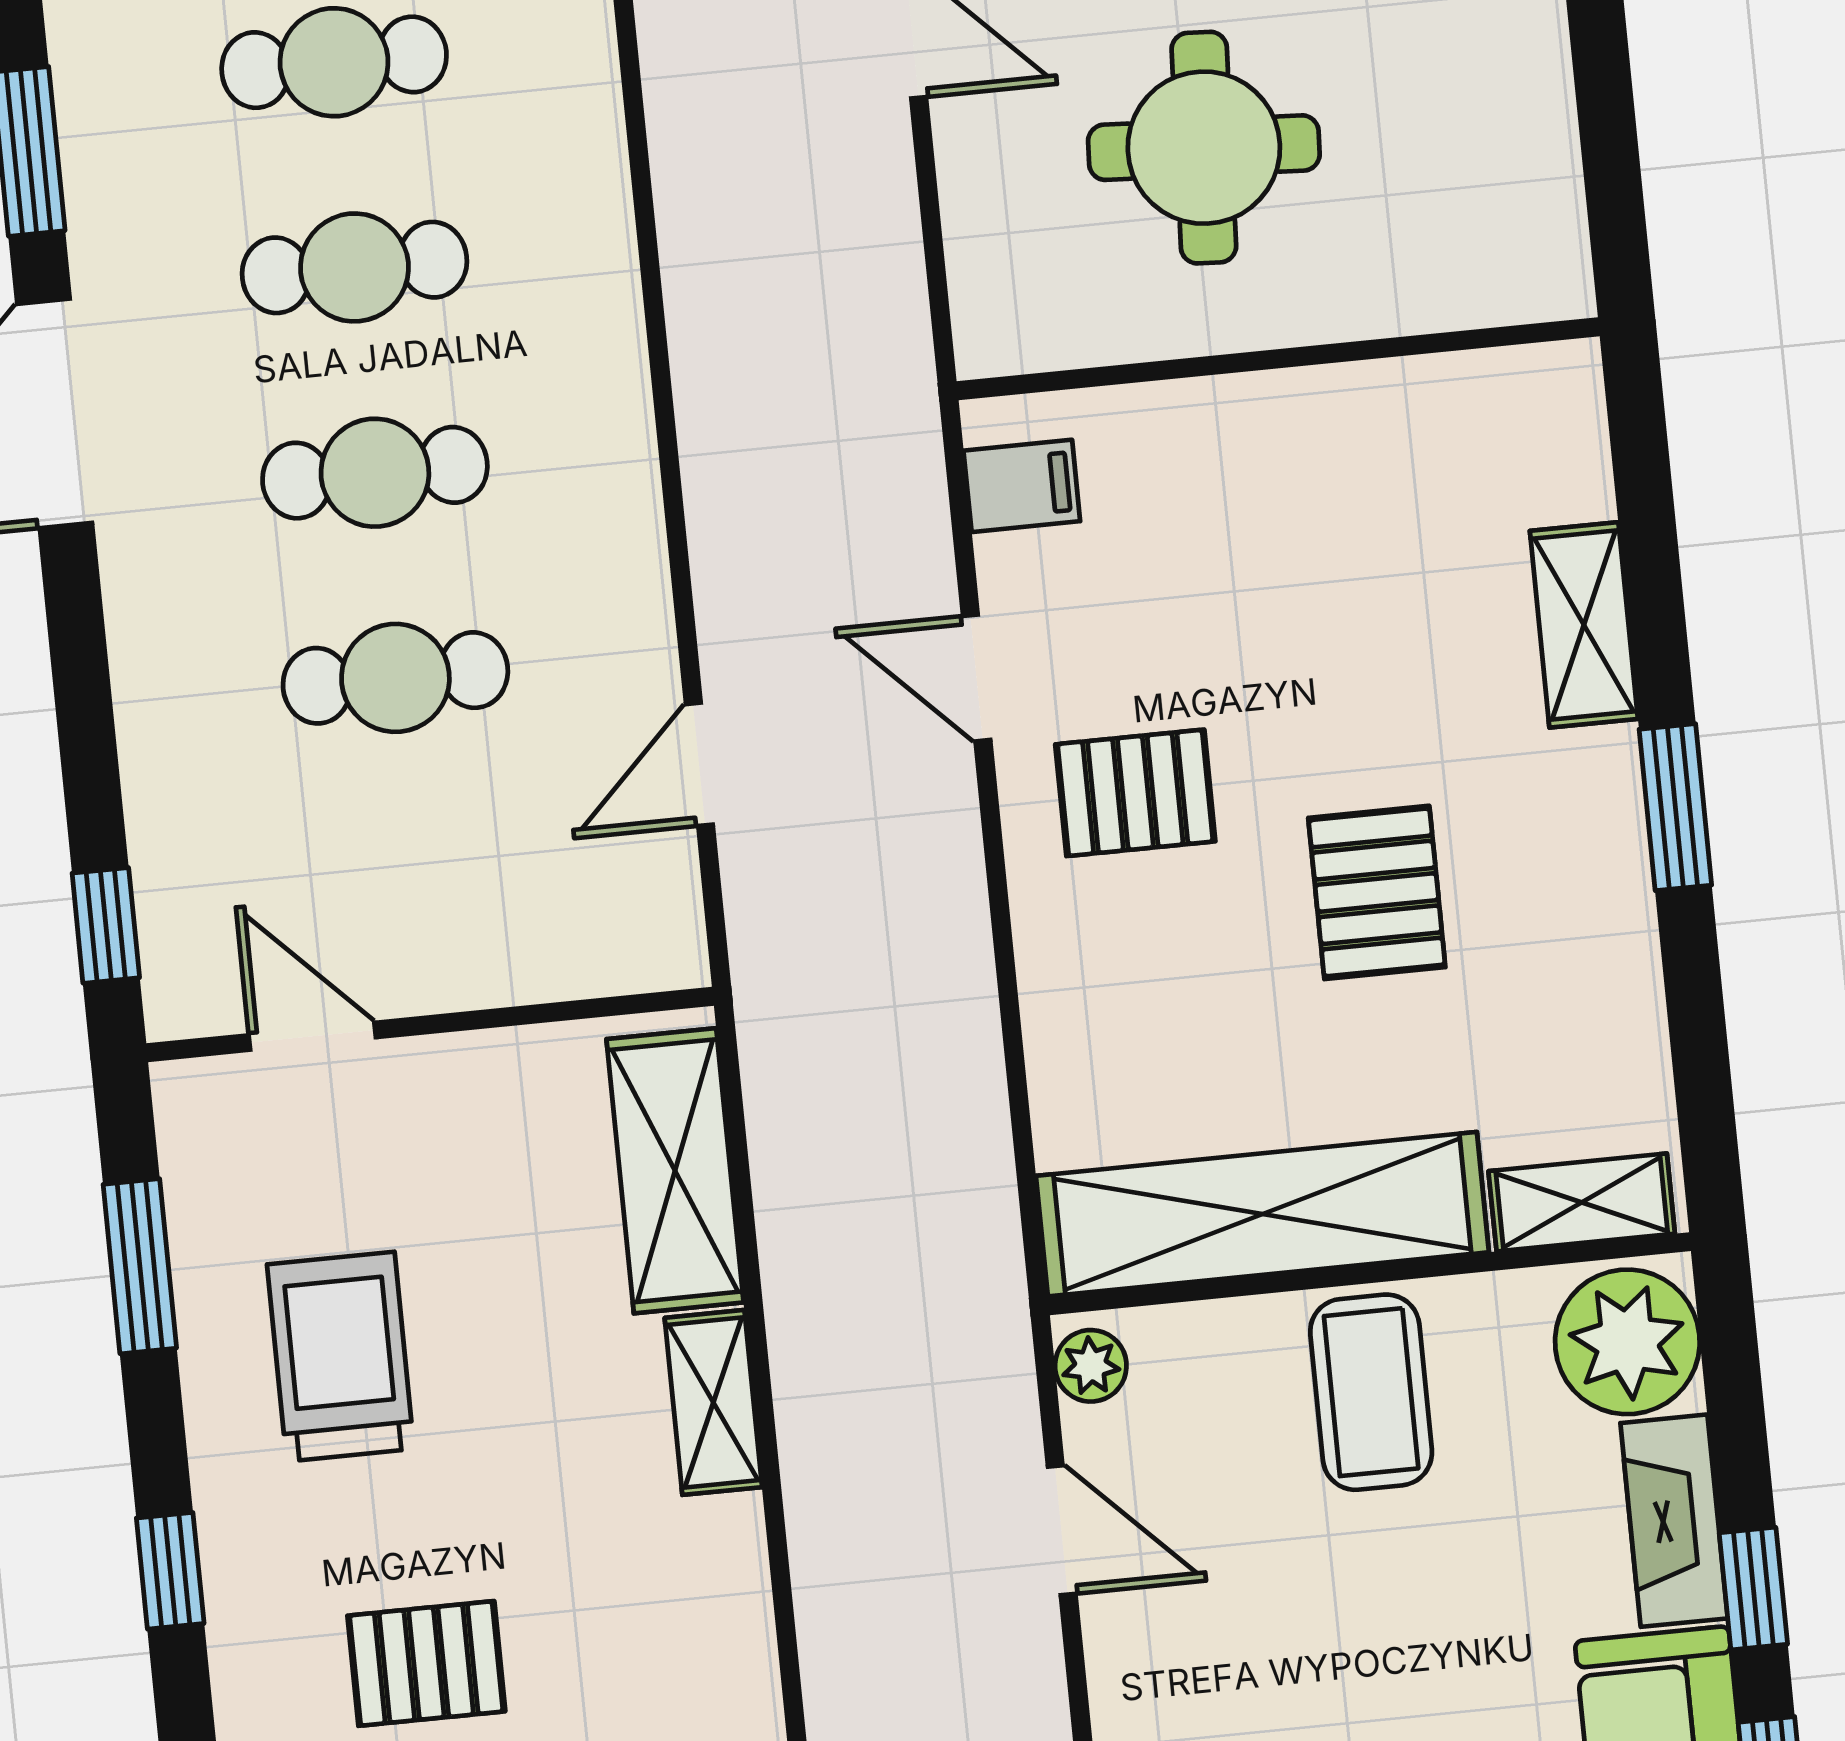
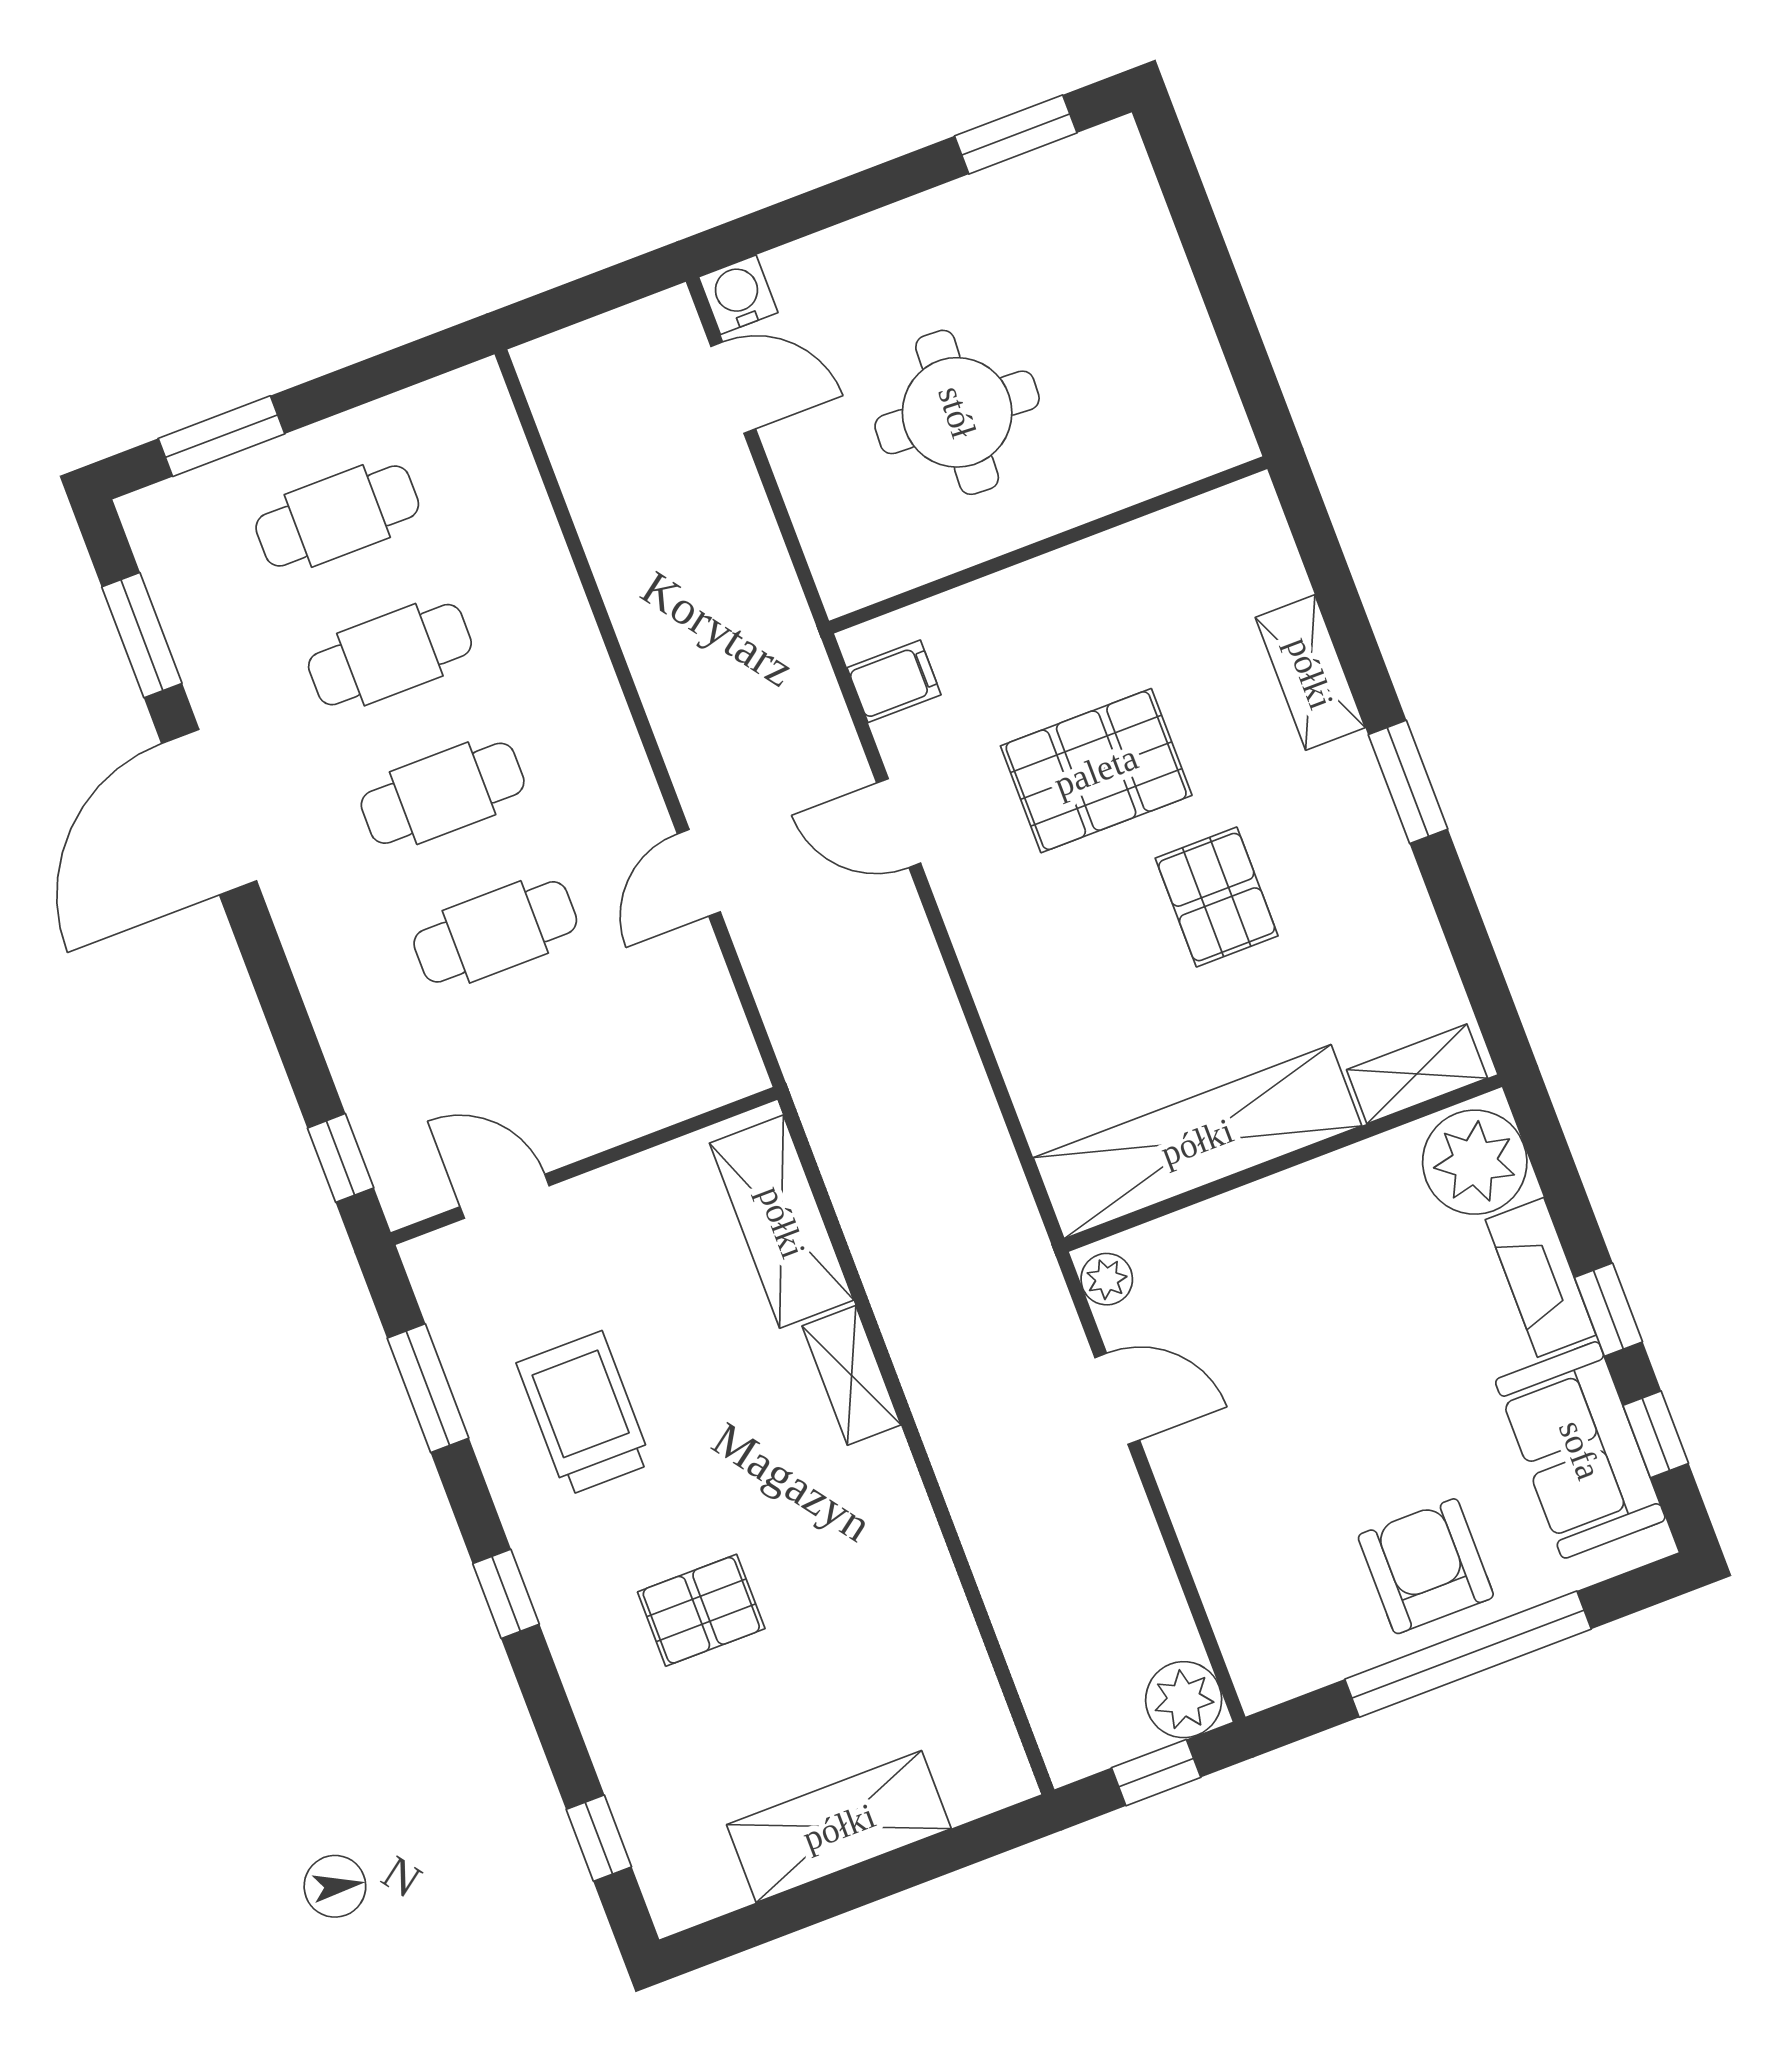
door: (699, 764) -> (699, 873), moved
pallet: (1135, 793) -> (1096, 771), moved, width x1.50, depth x1.42
coffee table: (1371, 1392) -> (1306, 1245), removed

